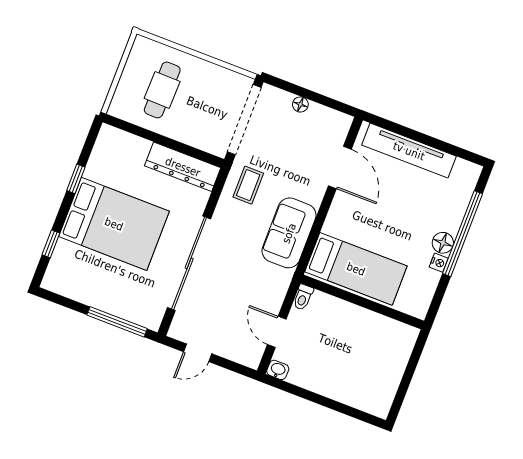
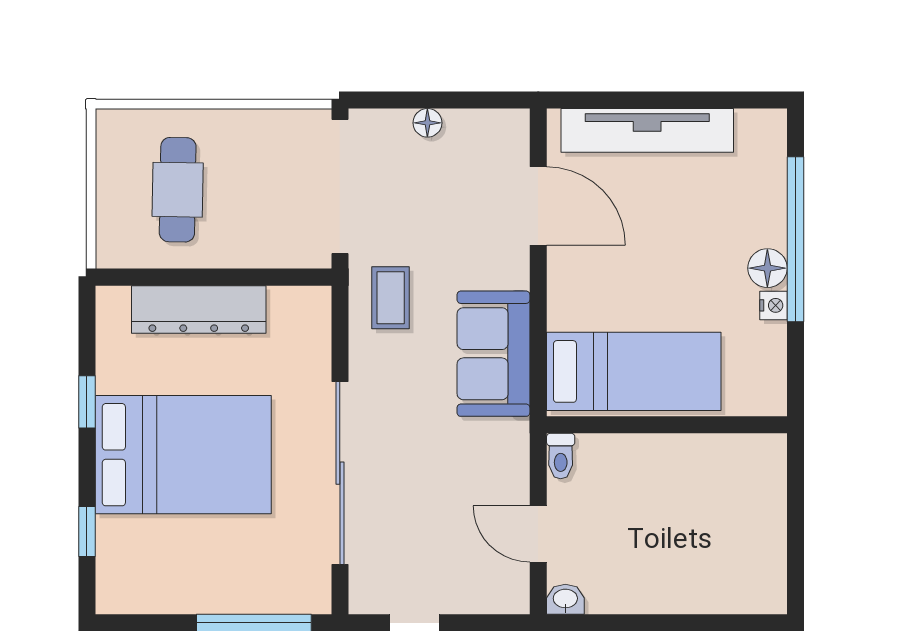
dresser: (183, 167) -> (199, 309), moved

